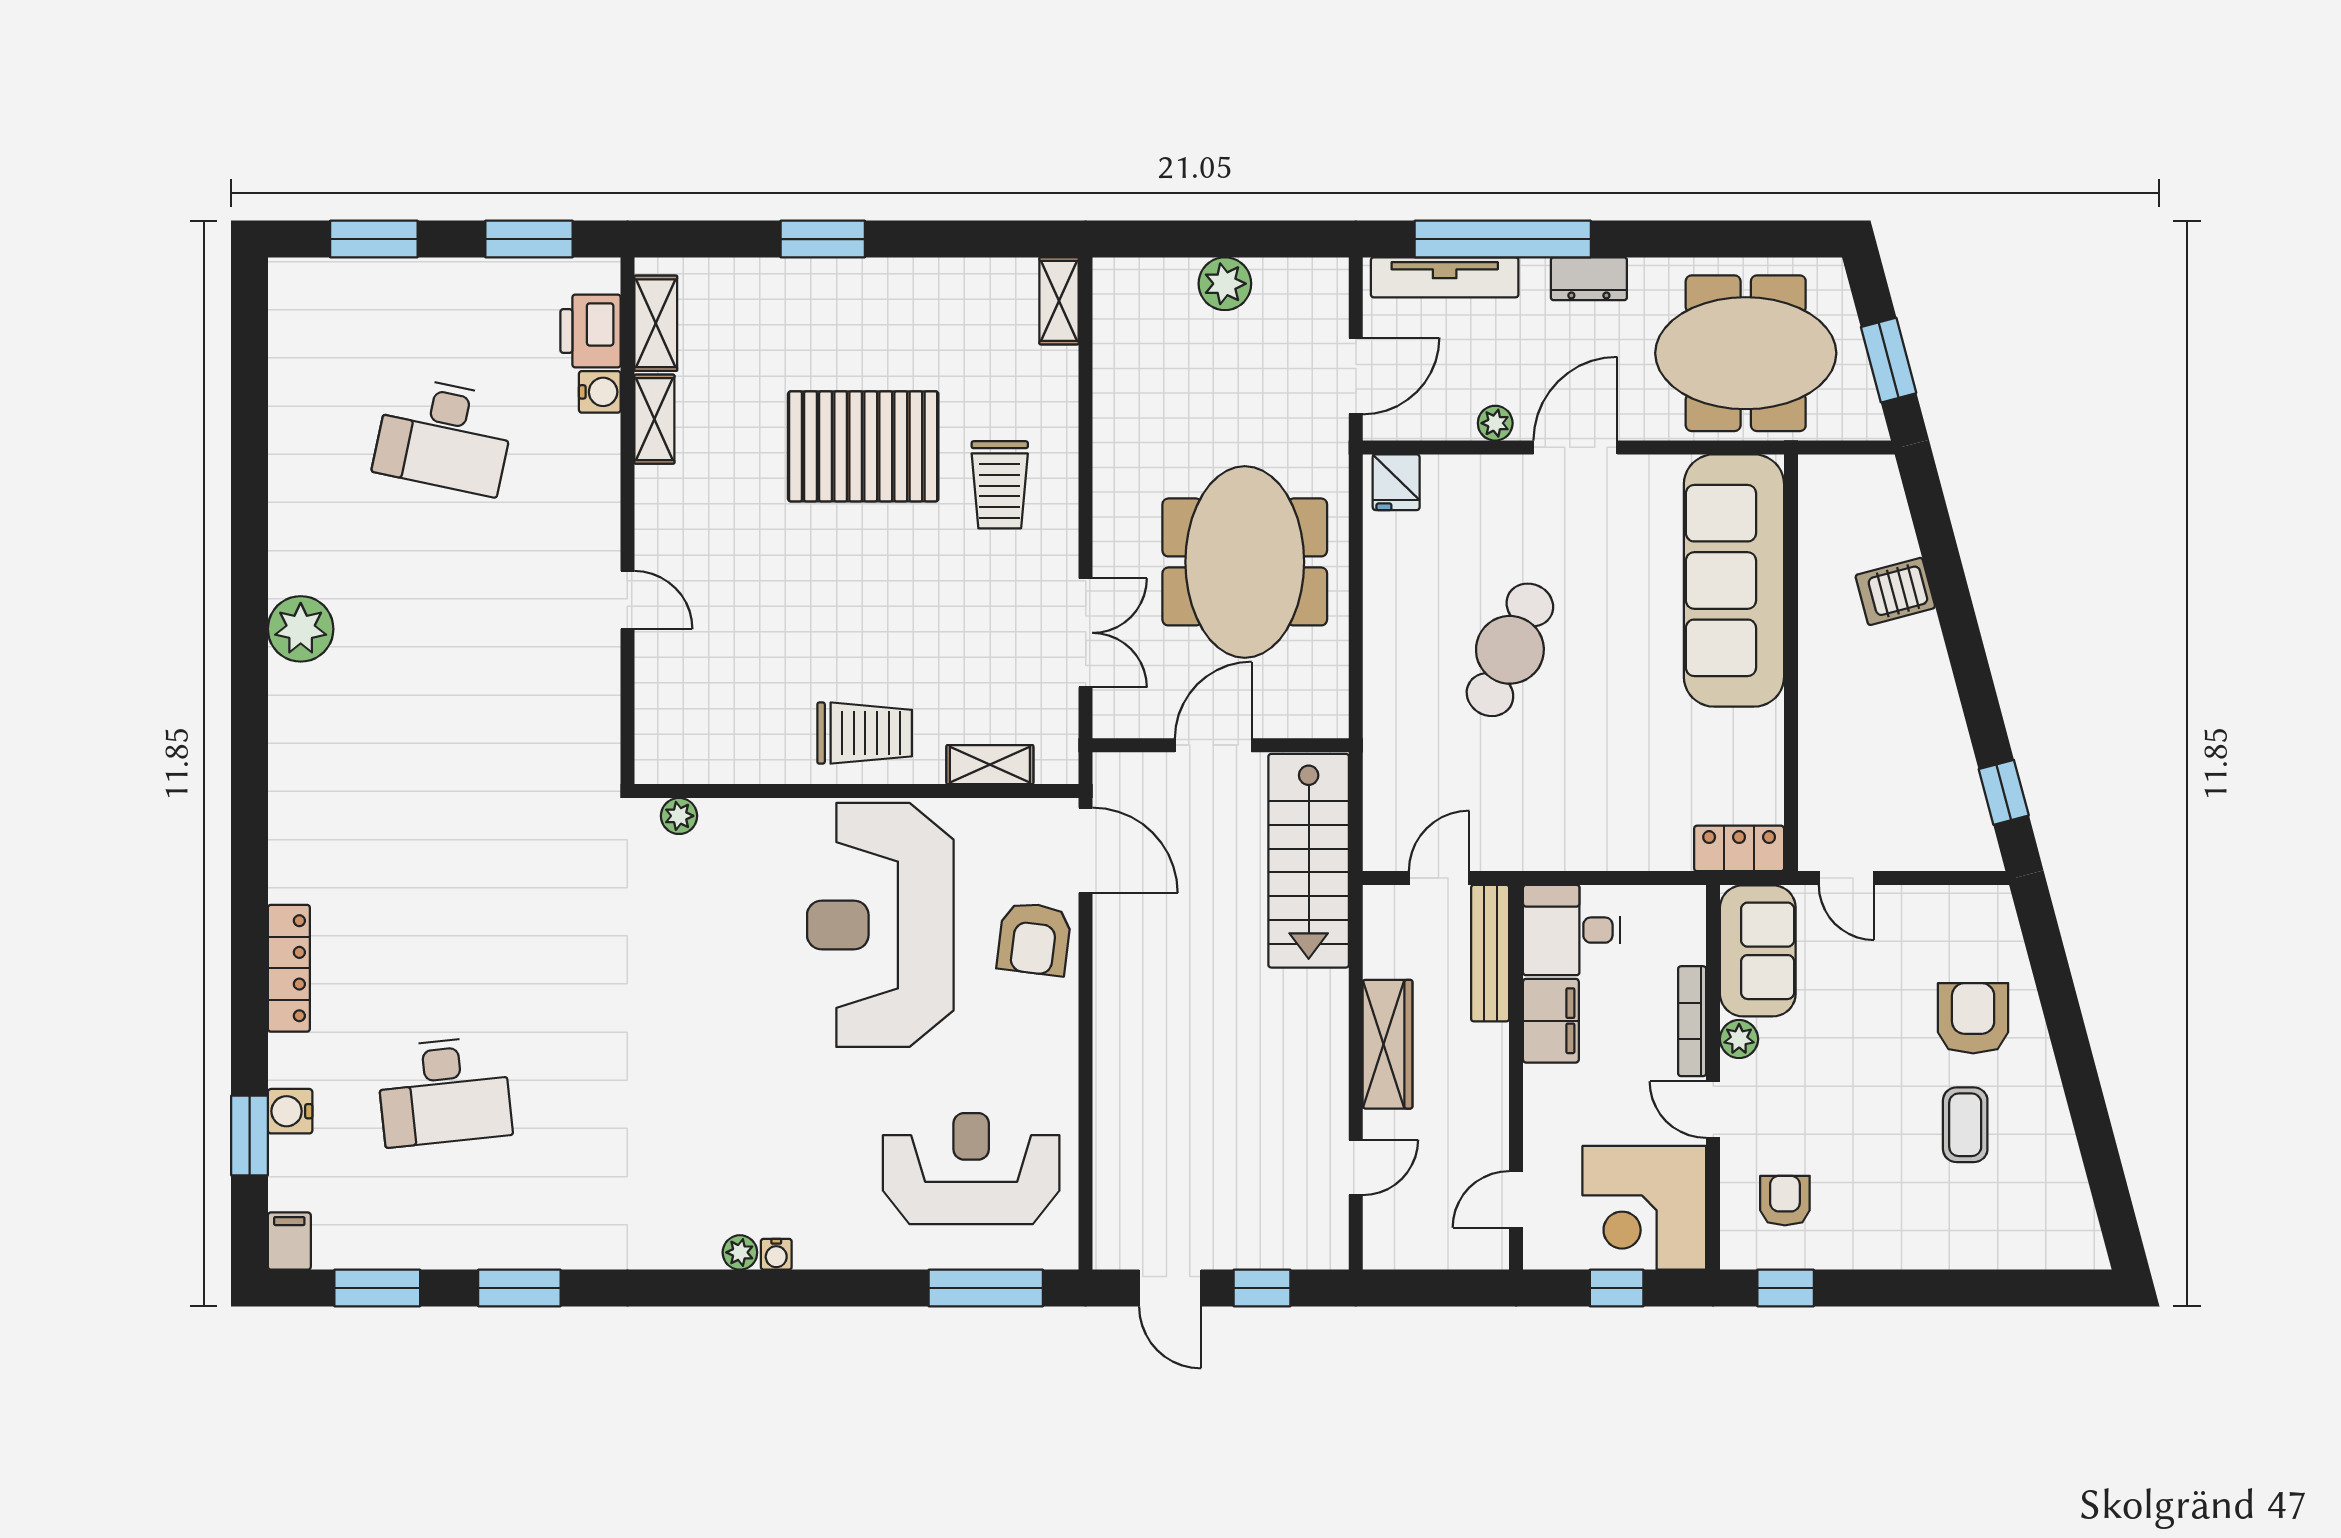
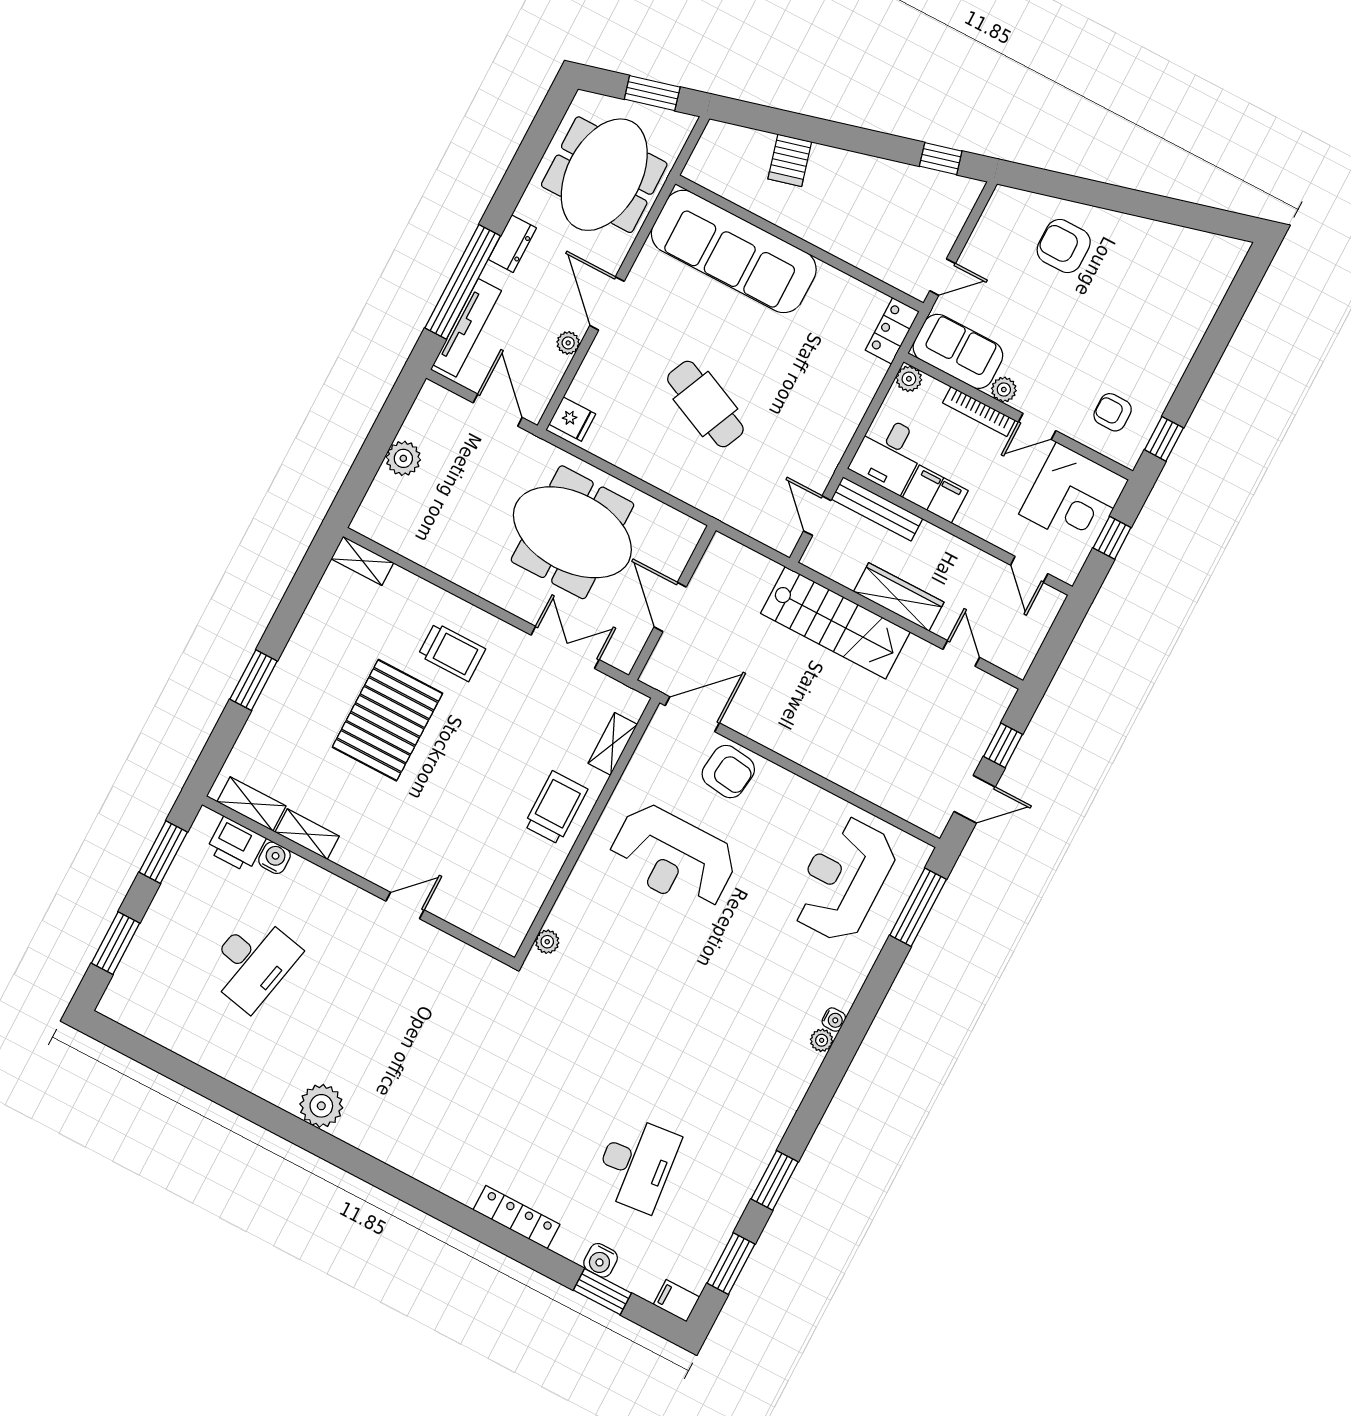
stairs: (1309, 861) -> (835, 623), moved
plant: (1687, 904) -> (909, 379), added
reception desk: (880, 925) -> (673, 857), width x0.74, depth x0.77
coffee table: (1965, 1125) -> (1124, 283), removed

